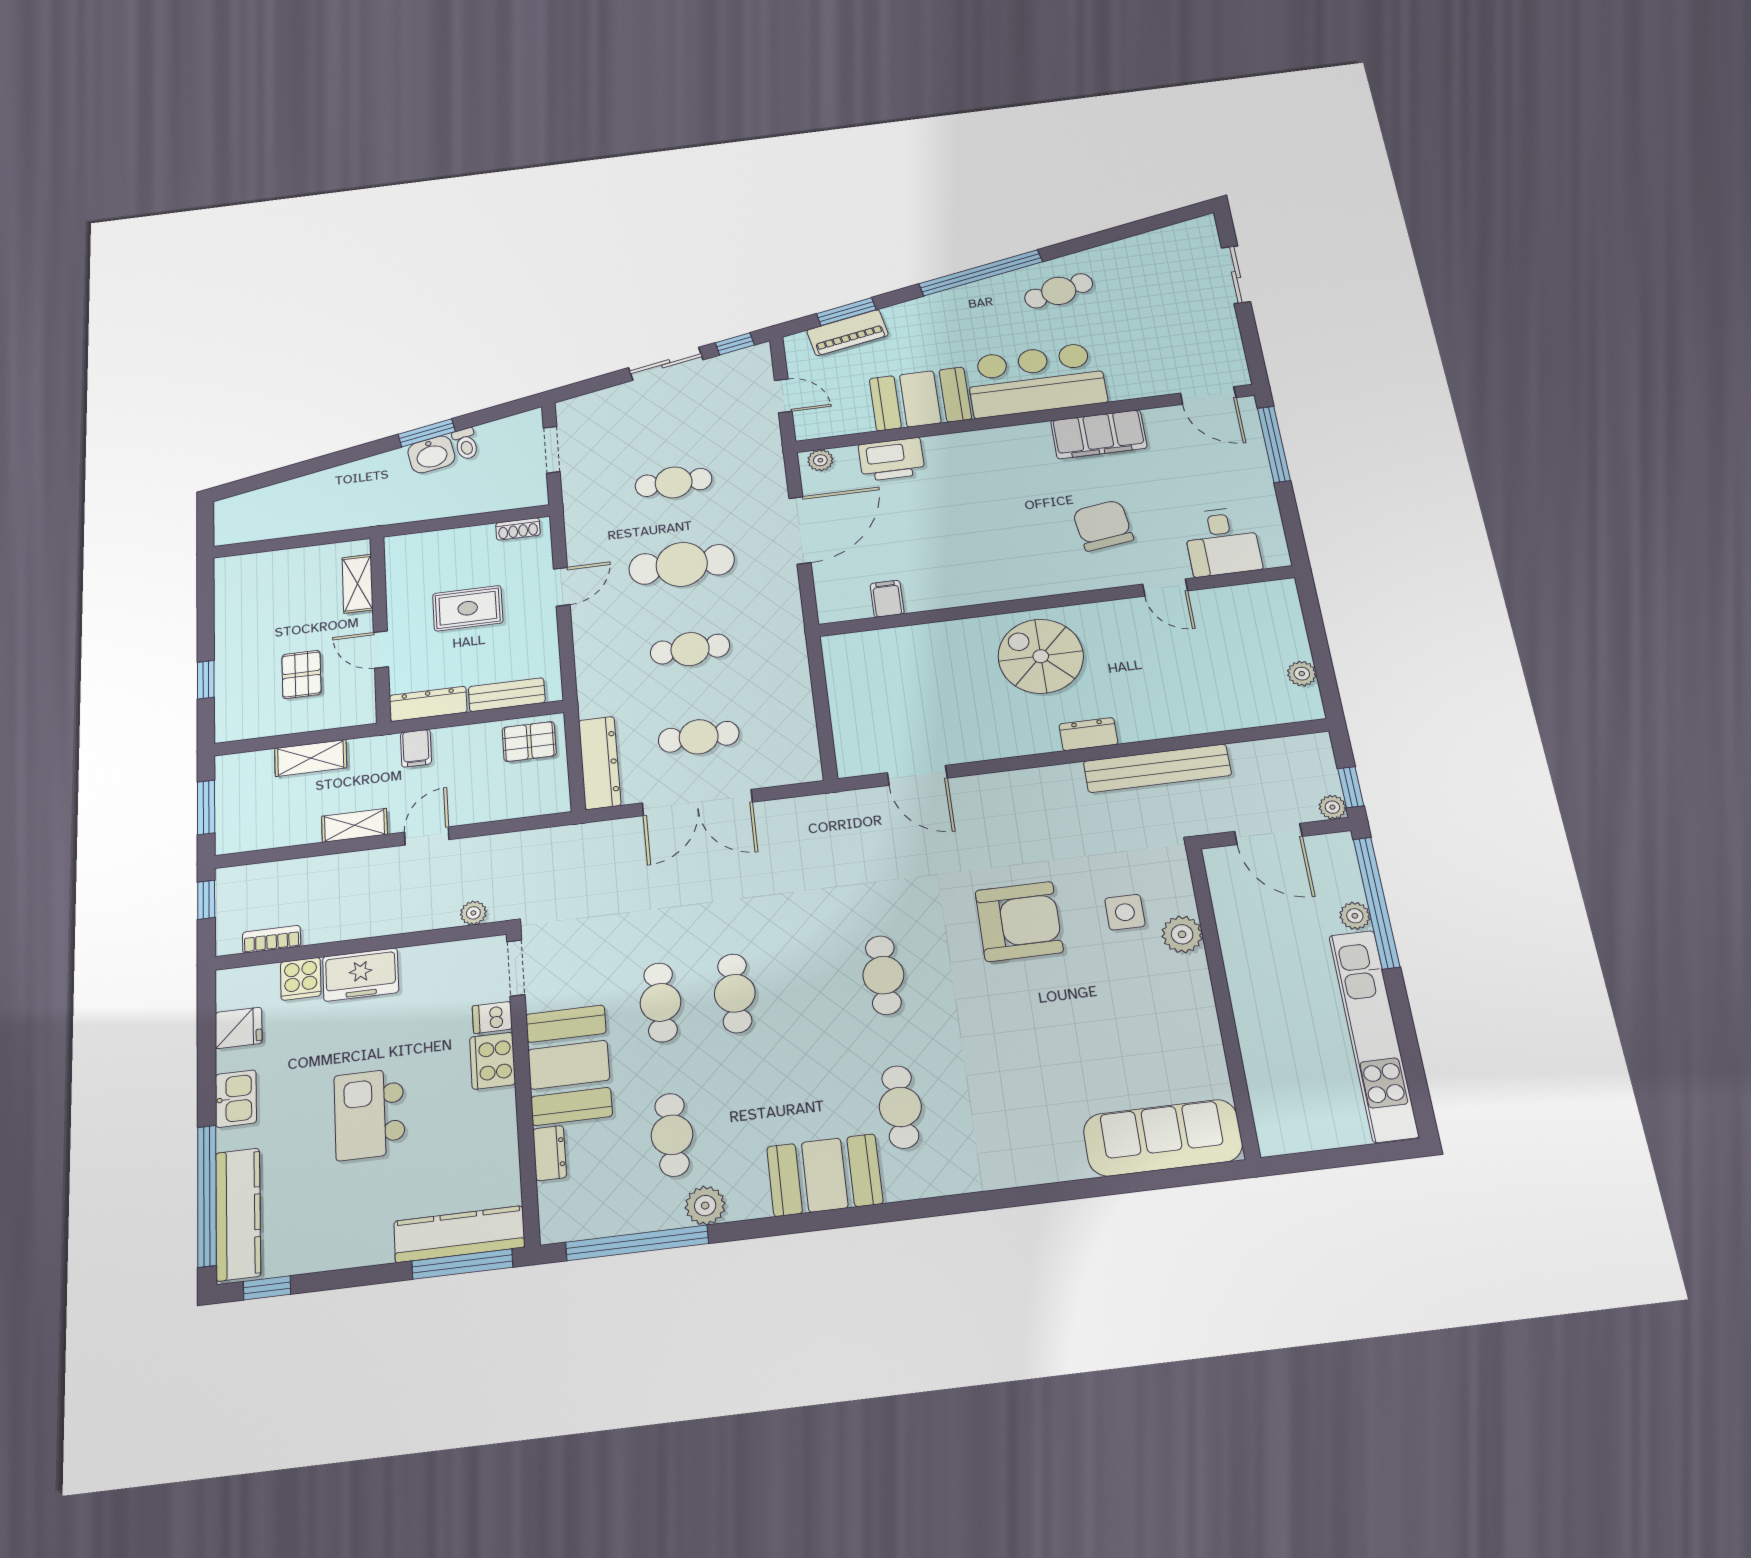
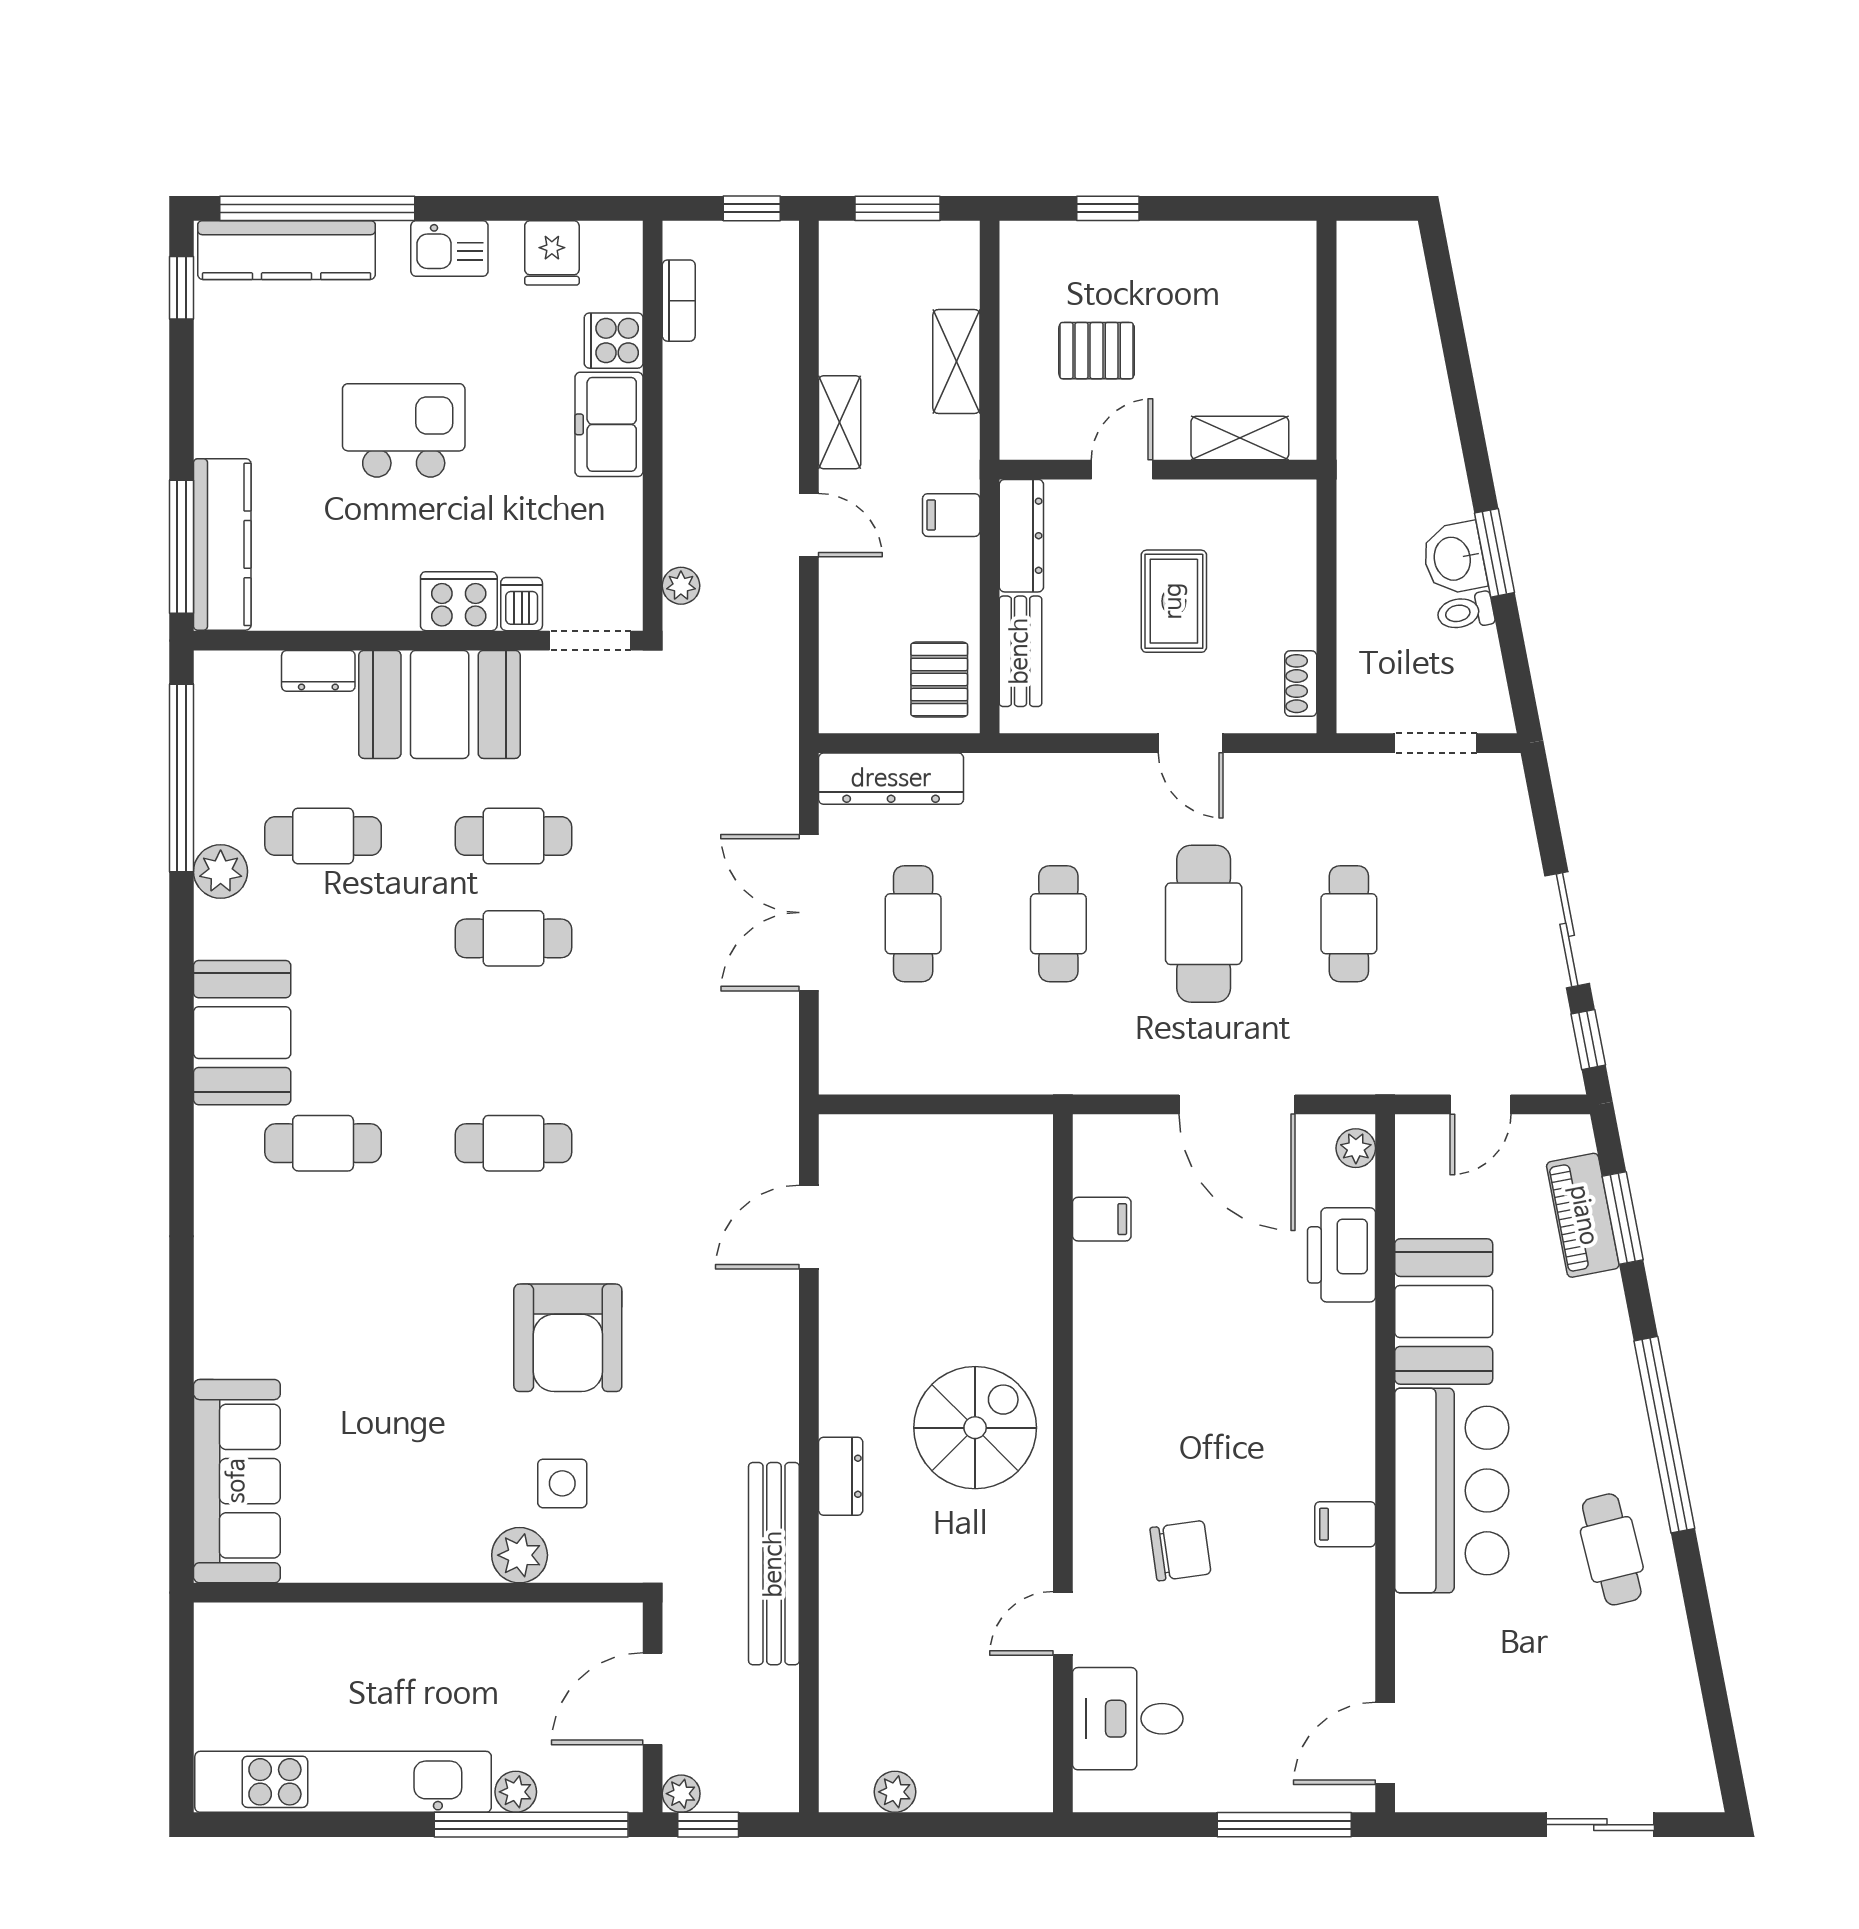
filing cabinet: (1099, 434) -> (1345, 1524), width x0.33, depth x0.86
chair: (1103, 525) -> (1180, 1551), width x0.73, depth x0.73

